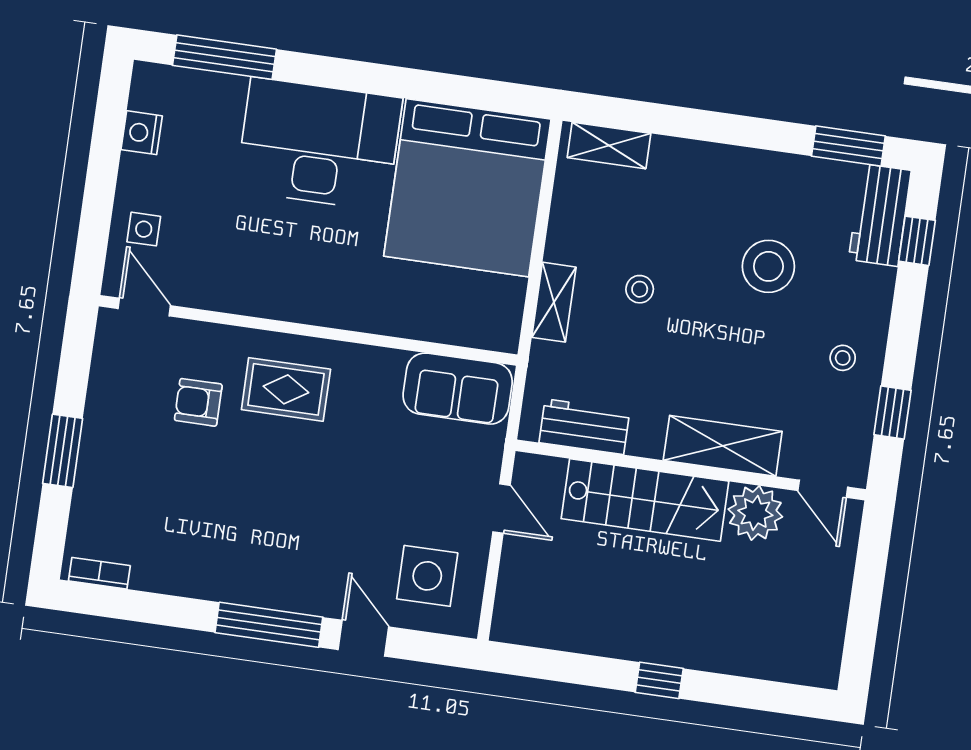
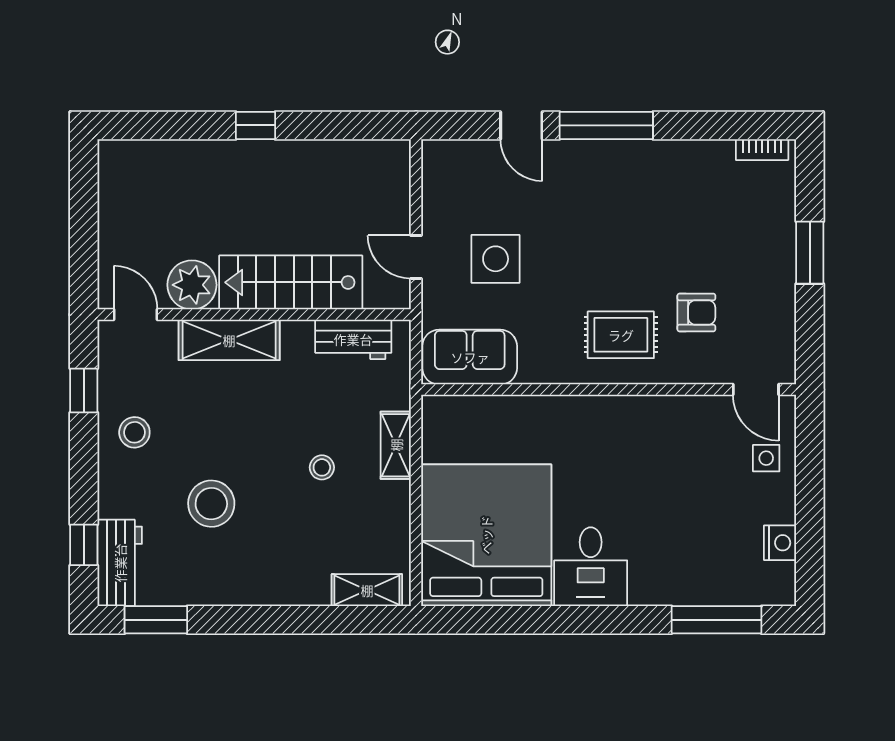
desk: (319, 144) -> (591, 567), width x0.53, depth x0.77
stool: (843, 358) -> (134, 432), width x1.37, depth x1.37
side table: (427, 576) -> (496, 259), moved

